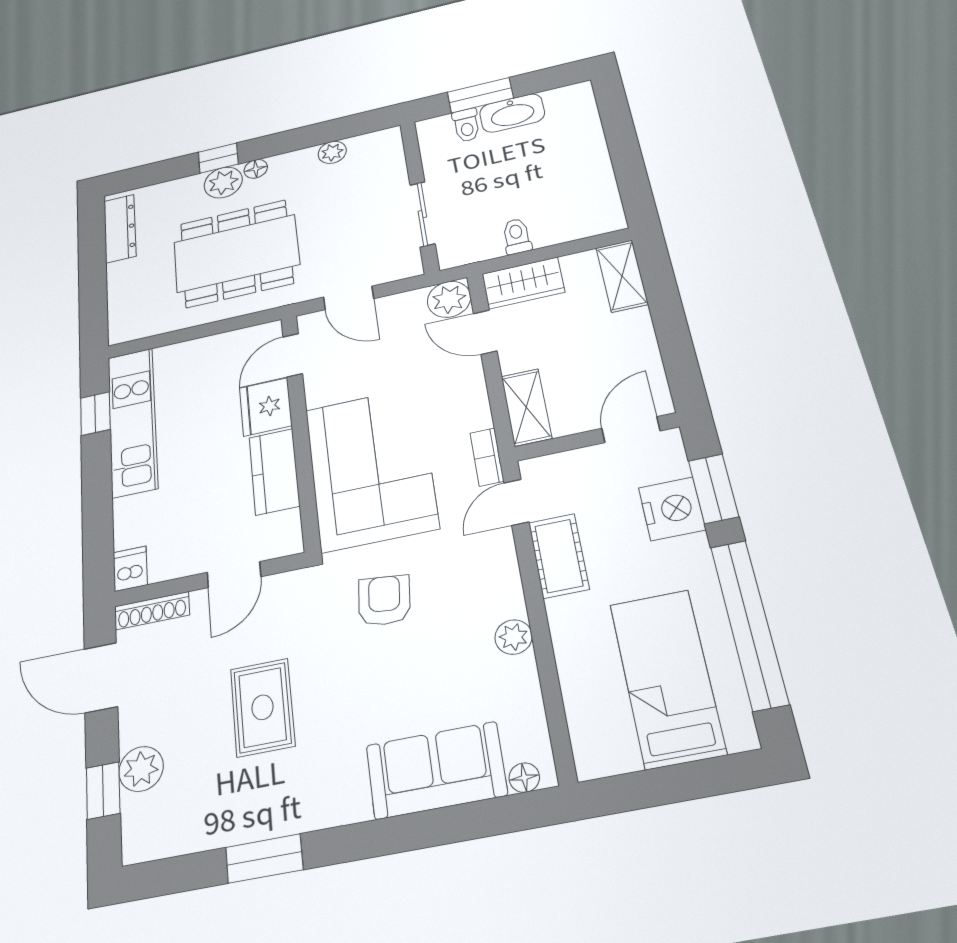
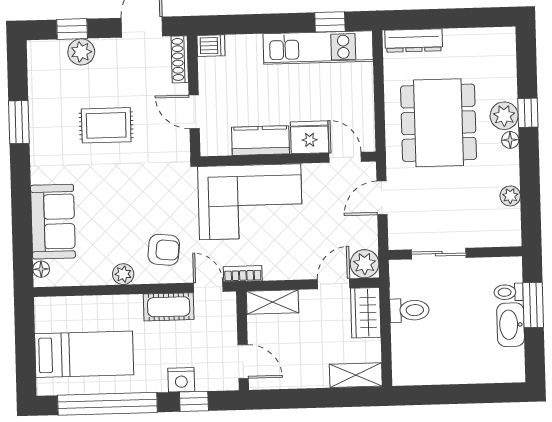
dresser: (120, 228) -> (414, 41), moved
toilet: (517, 236) -> (409, 310), width x1.37, depth x1.39
window: (713, 489) -> (194, 401), width x0.67
nightstand: (672, 509) -> (181, 380), width x0.74, depth x0.75
armchair: (384, 600) -> (164, 250), moved

